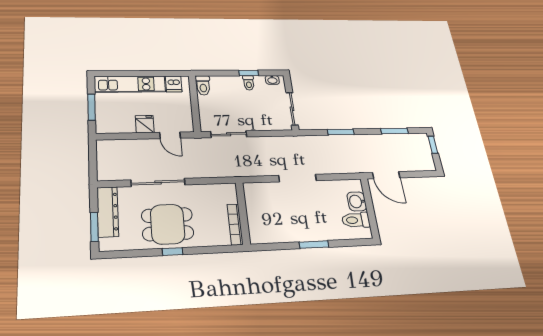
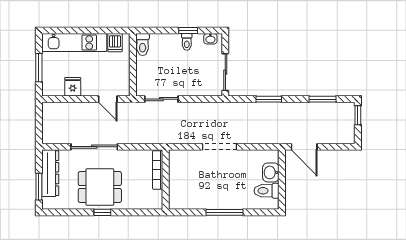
fridge: (145, 124) -> (73, 87), moved
bookcase: (235, 224) -> (158, 170), moved
window: (314, 245) -> (225, 212), width x1.44

